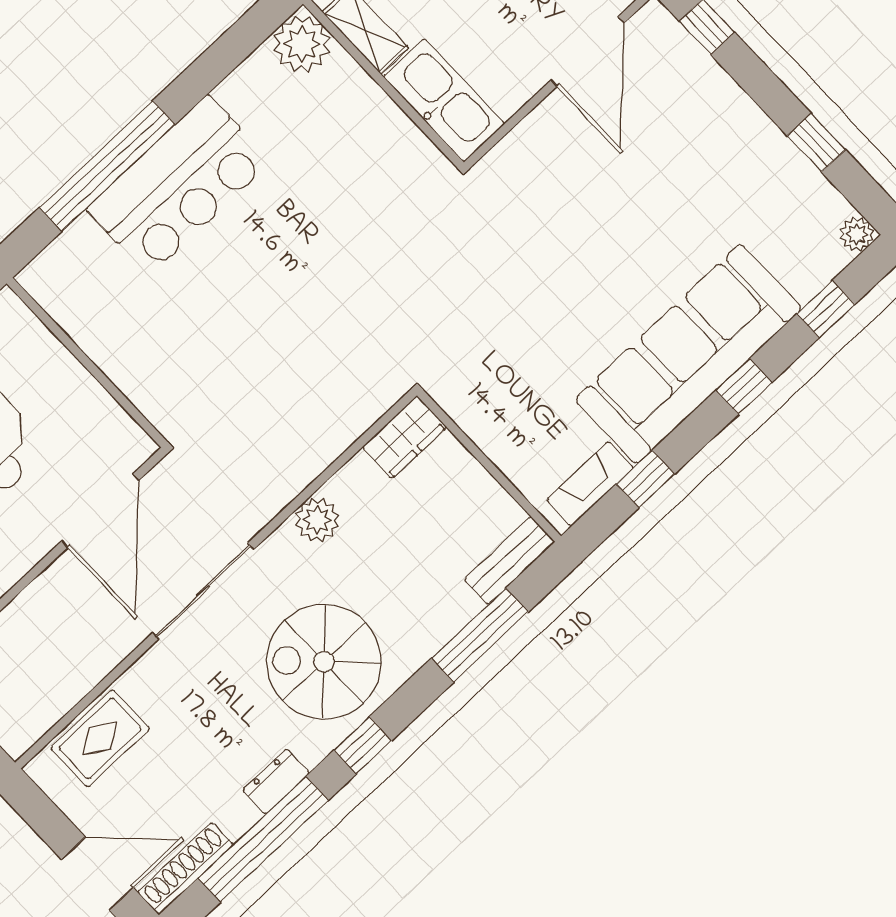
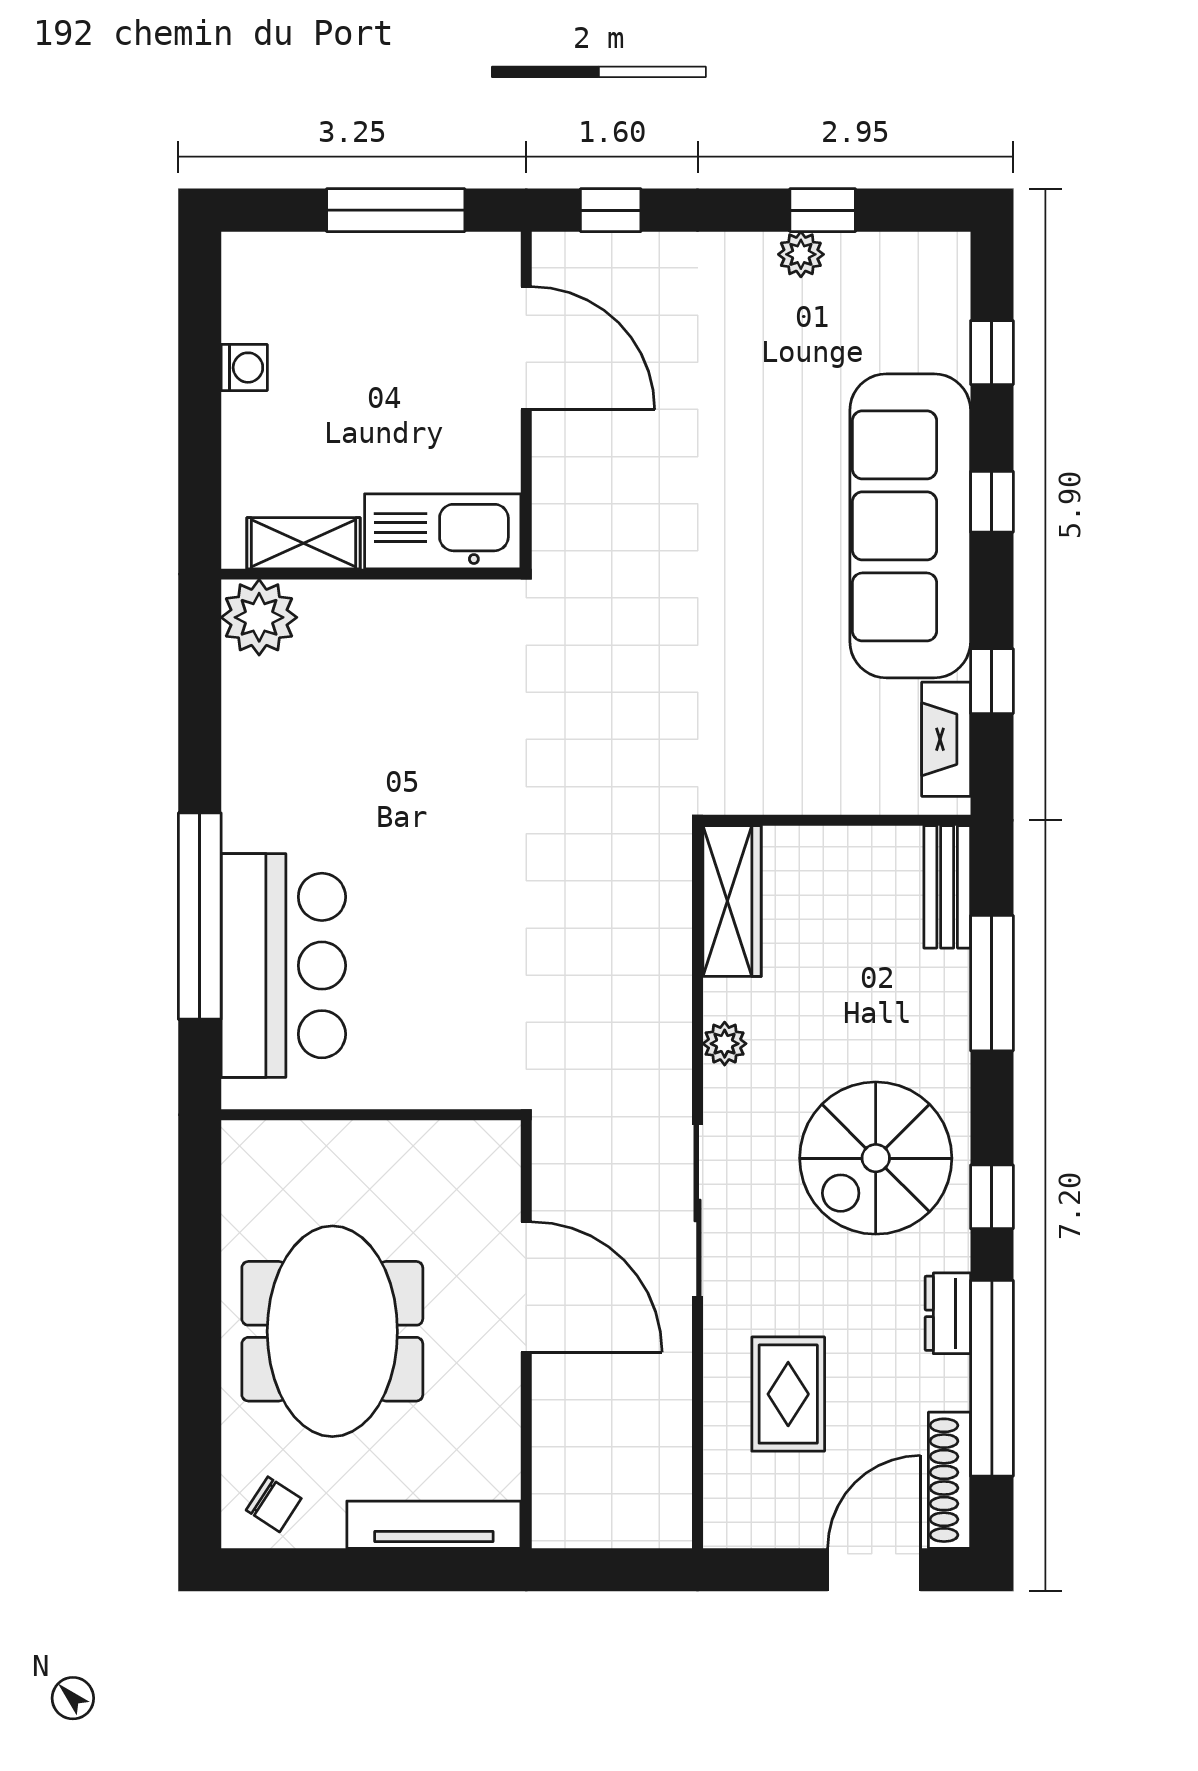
bar counter: (179, 185) -> (283, 966), moved
plant: (857, 234) -> (801, 254), moved
wardrobe: (404, 437) -> (732, 901), width x1.50
door: (100, 511) -> (526, 1287), moved
plant: (317, 520) -> (725, 1044), width x0.73, depth x0.73
rug: (100, 738) -> (788, 1394), moved

